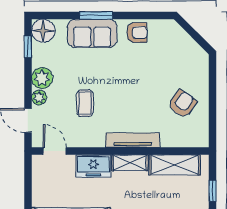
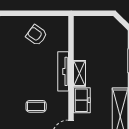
shelving: (175, 165) -> (81, 41), removed
window: (212, 191) -> (100, 13), removed

